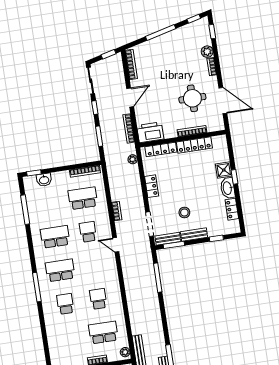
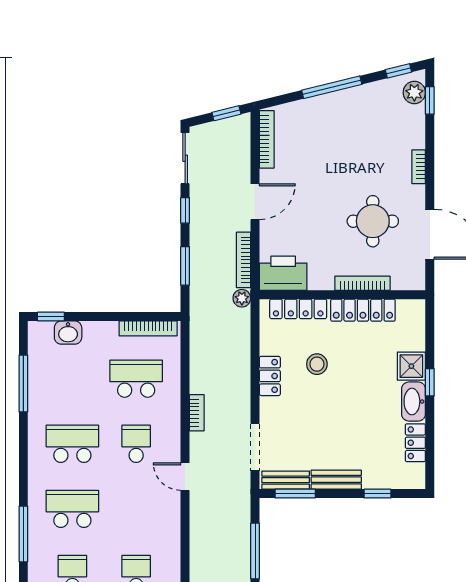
plant: (207, 52) -> (414, 93), moved
plant: (133, 159) -> (242, 298), moved
stool: (184, 212) -> (317, 364), moved

